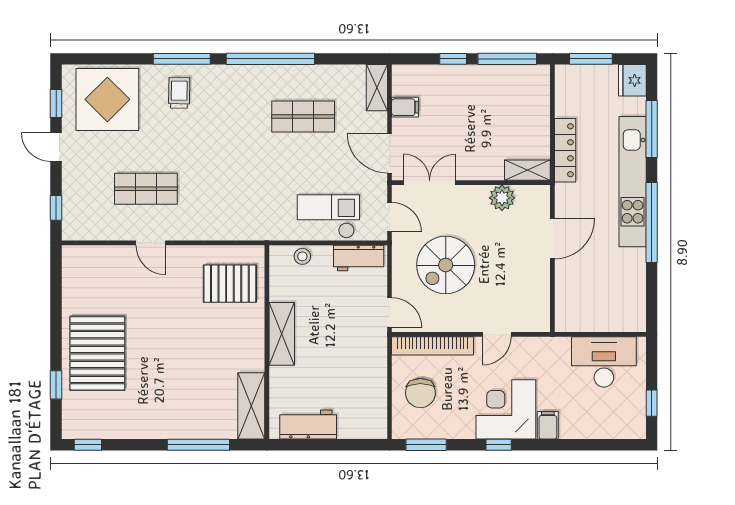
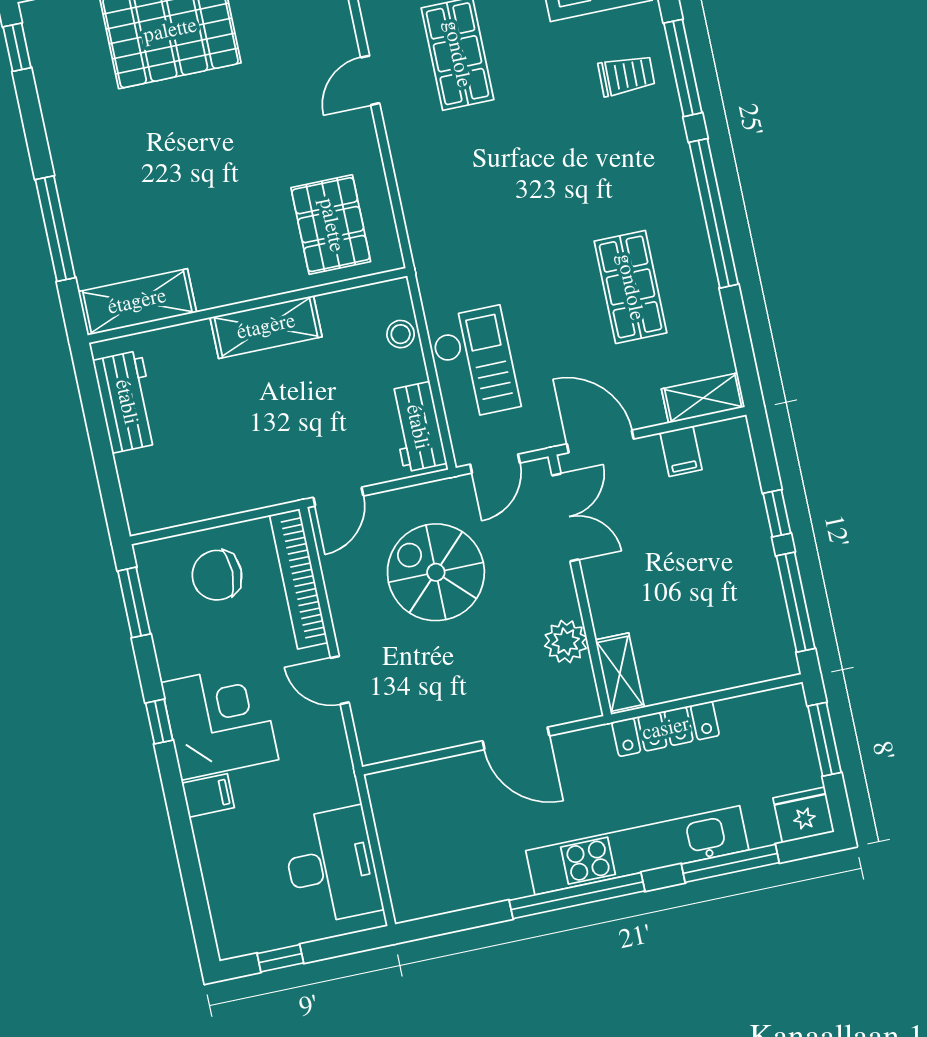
door: (390, 153) -> (600, 441), hinge flipped

